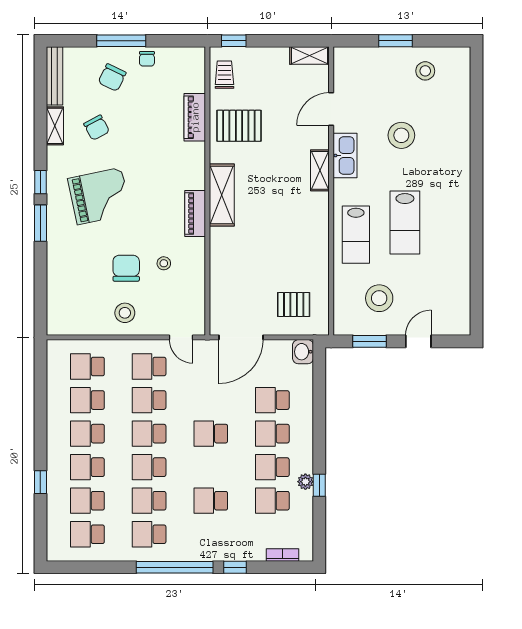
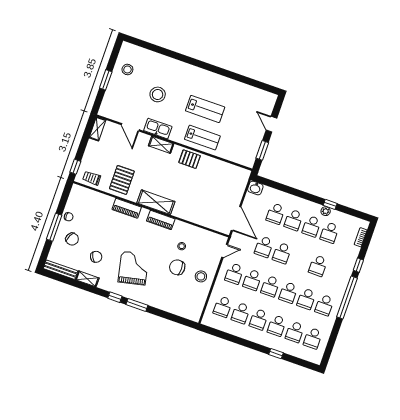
piano: (195, 117) -> (127, 208), moved
stool: (379, 298) -> (241, 137), removed
pallet: (294, 305) -> (190, 159), moved, turned 90
school desk: (211, 400) -> (264, 247), added

